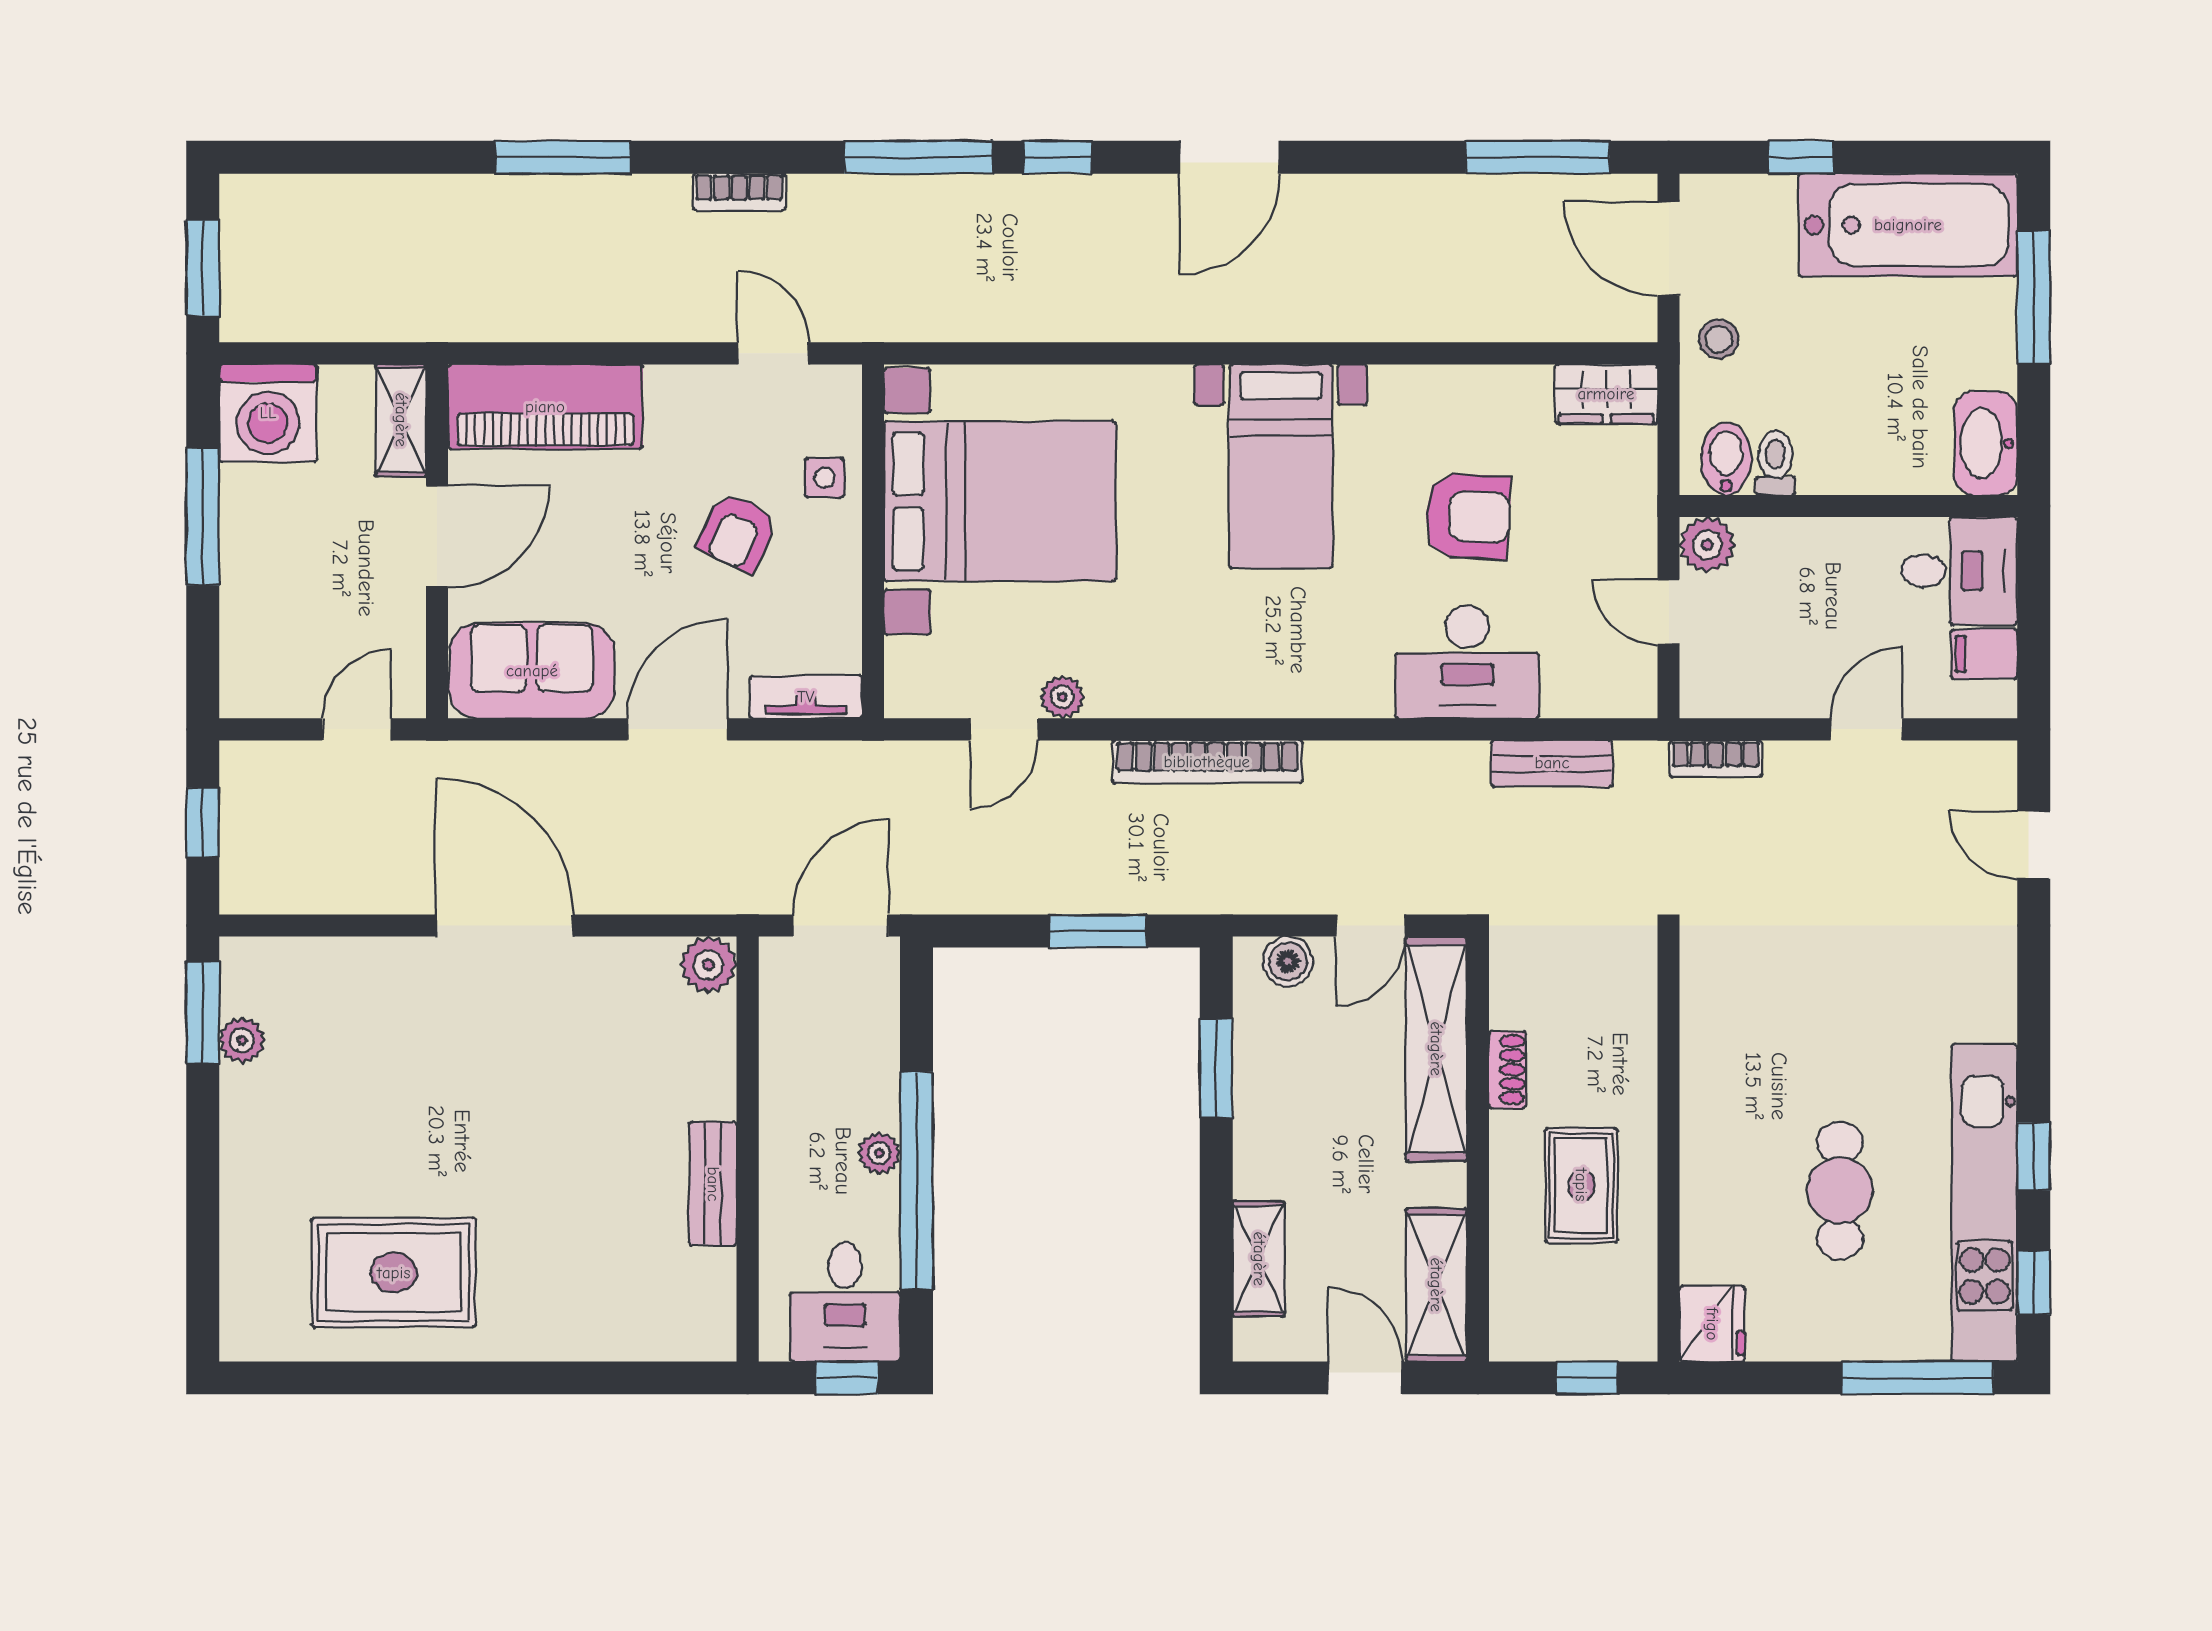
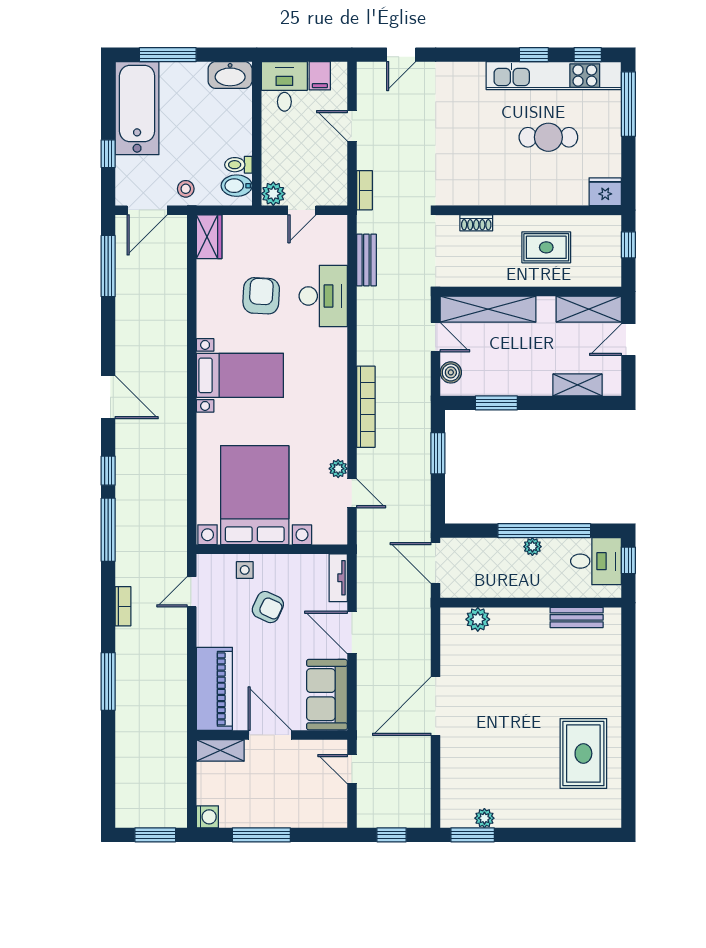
washing machine: (268, 413) -> (207, 817), width x0.53, depth x0.53
plant: (708, 965) -> (478, 619), moved
shoe rack: (1507, 1070) -> (476, 223), moved, turned 180
bench: (713, 1184) -> (577, 617), moved

